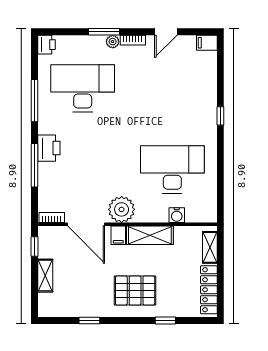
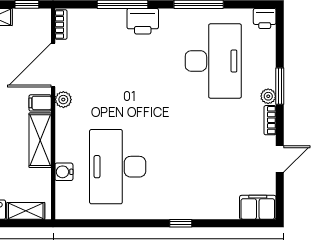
door: (166, 32) -> (280, 159), swing flipped
filing cabinet: (207, 43) -> (258, 207), width x2.00
desk: (172, 169) -> (118, 167), turned 180
plant: (122, 209) -> (63, 100), width x0.53, depth x0.53

